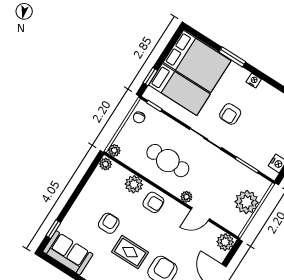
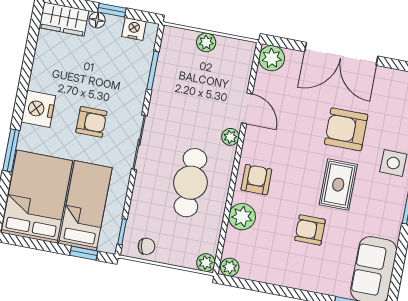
nightstand: (254, 81) -> (38, 109), width x1.89, depth x1.79
plant: (247, 202) -> (206, 42), width x0.53, depth x0.53

